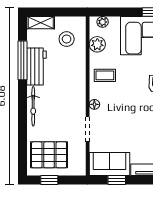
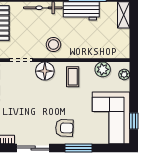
stool: (67, 39) -> (53, 45), moved
floor lamp: (94, 104) -> (45, 71), width x1.89, depth x1.89

